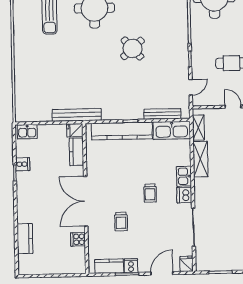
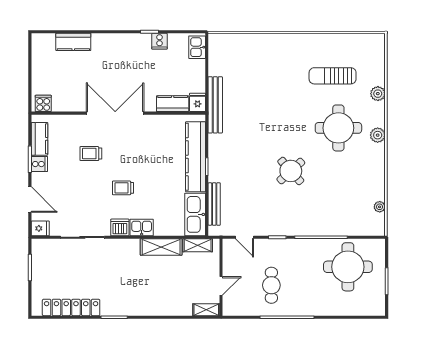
cooker: (78, 239) -> (43, 103), moved

